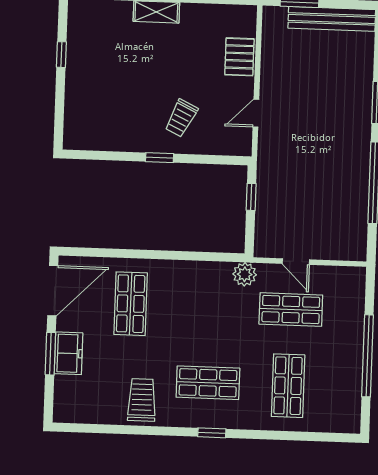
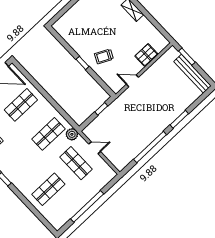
door: (296, 262) -> (95, 148), swing flipped
shop shelf: (208, 383) -> (48, 134), moved, turned 90

